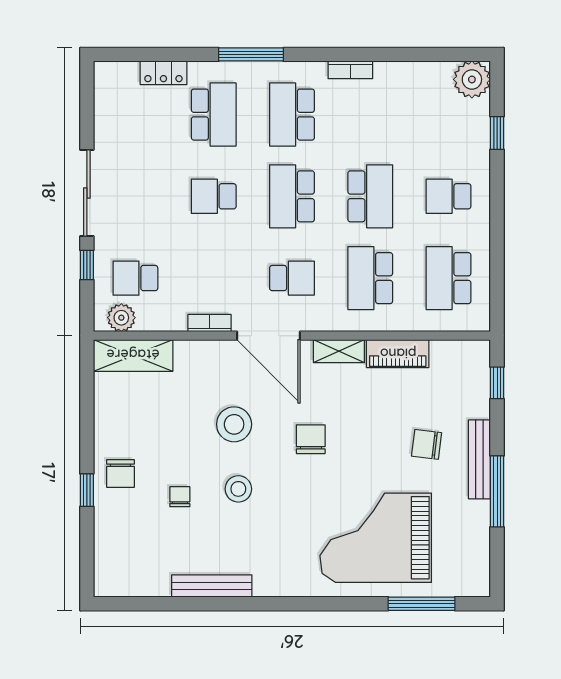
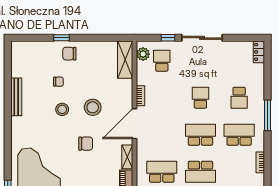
locker: (163, 73) -> (259, 52), moved
school desk: (214, 115) -> (239, 98), width x0.54
school desk: (292, 278) -> (162, 135), removed

